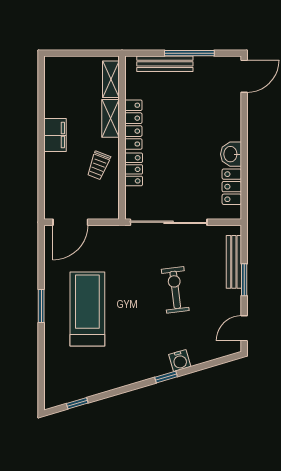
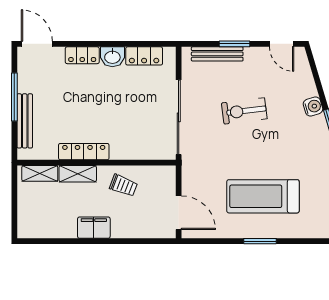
locker: (134, 169) -> (82, 55), moved, turned 180

